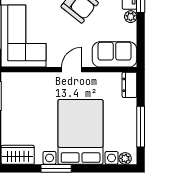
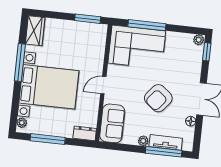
door: (72, 70) -> (103, 85), swing flipped
window: (56, 168) -> (20, 62), width x1.44

